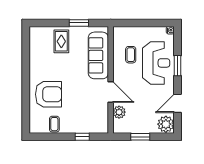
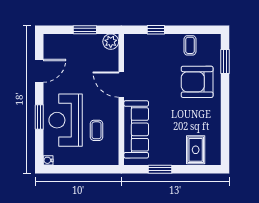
rug: (61, 41) -> (196, 150), moved
window: (26, 111) -> (225, 62), added
plant: (119, 112) -> (111, 42), moved
plant: (166, 124) -> (54, 45), removed

